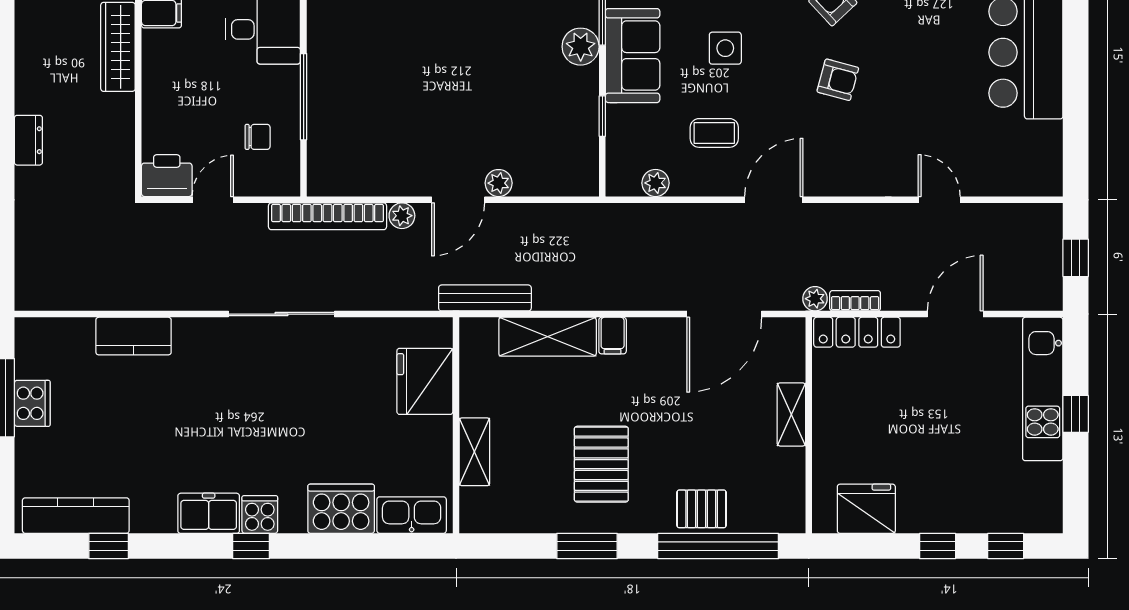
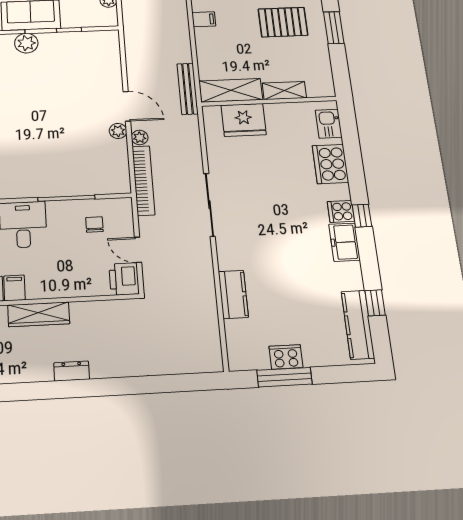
dresser: (28, 140) -> (72, 371), moved
plant: (499, 183) -> (118, 131), moved
shelving: (548, 337) -> (231, 90), moved, turned 90
kitchen sink: (412, 515) -> (329, 124), width x0.73

